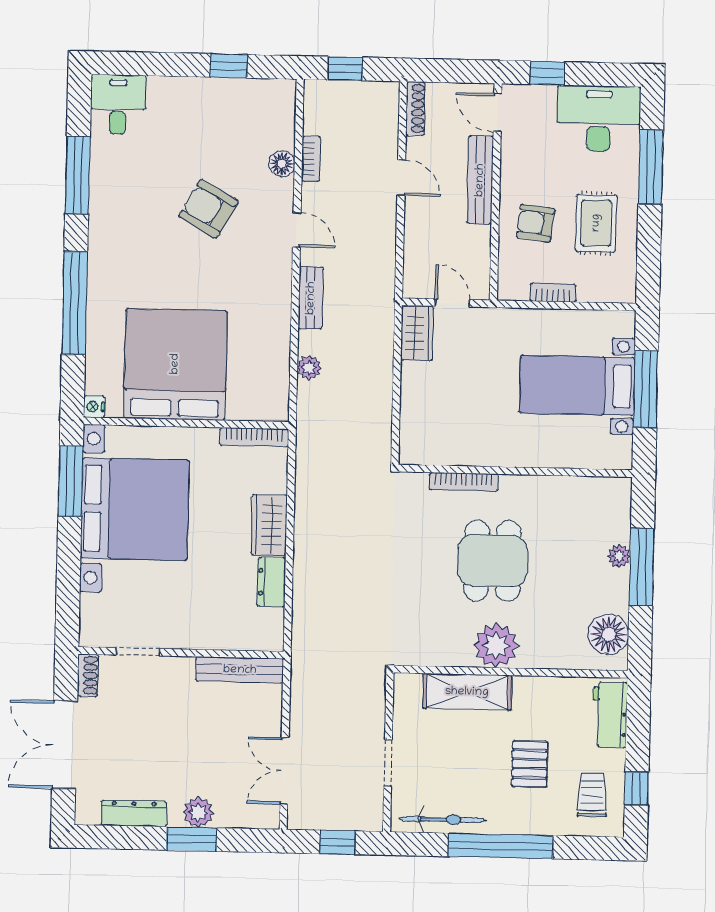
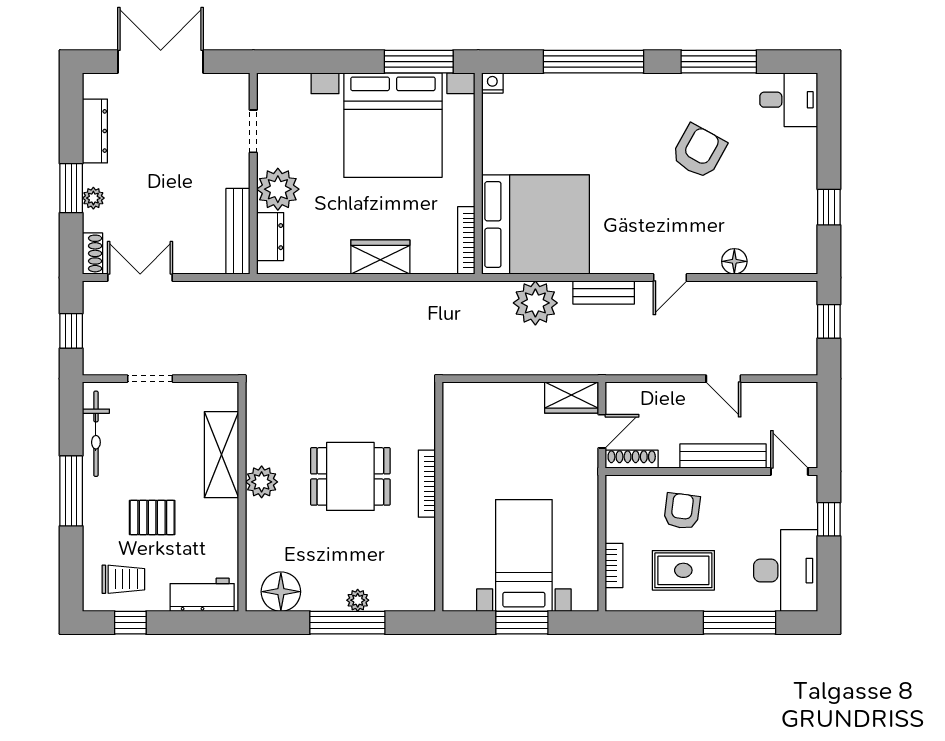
shoe rack: (415, 109) -> (632, 459), moved, turned 180
door: (497, 112) -> (789, 471), hinge flipped
bookcase: (311, 159) -> (740, 290), removed
door: (401, 178) -> (723, 379), hinge flipped
armchair: (208, 209) -> (699, 151), moved
bookcase: (553, 293) -> (614, 565), moved
bed: (175, 364) -> (535, 225), moved
plant: (309, 368) -> (535, 303), width x1.88, depth x1.88
window: (646, 389) -> (522, 623), width x0.69
bookcase: (464, 482) -> (427, 484), moved
dresser: (272, 582) -> (270, 237), moved, turned 90
plant: (198, 628) -> (278, 189), added
plant: (496, 646) -> (262, 482), width x0.73, depth x0.73
shoe rack: (88, 675) -> (92, 253), moved, turned -90
plant: (198, 812) -> (93, 198), width x0.73, depth x0.73
window: (501, 846) -> (71, 491), width x0.68

